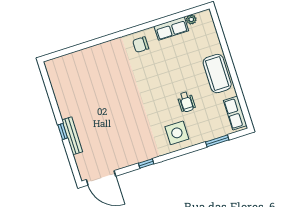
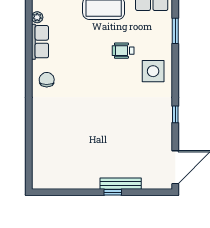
chair: (141, 45) -> (47, 80), turned 180
wheelchair: (186, 102) -> (123, 51), turned 180

